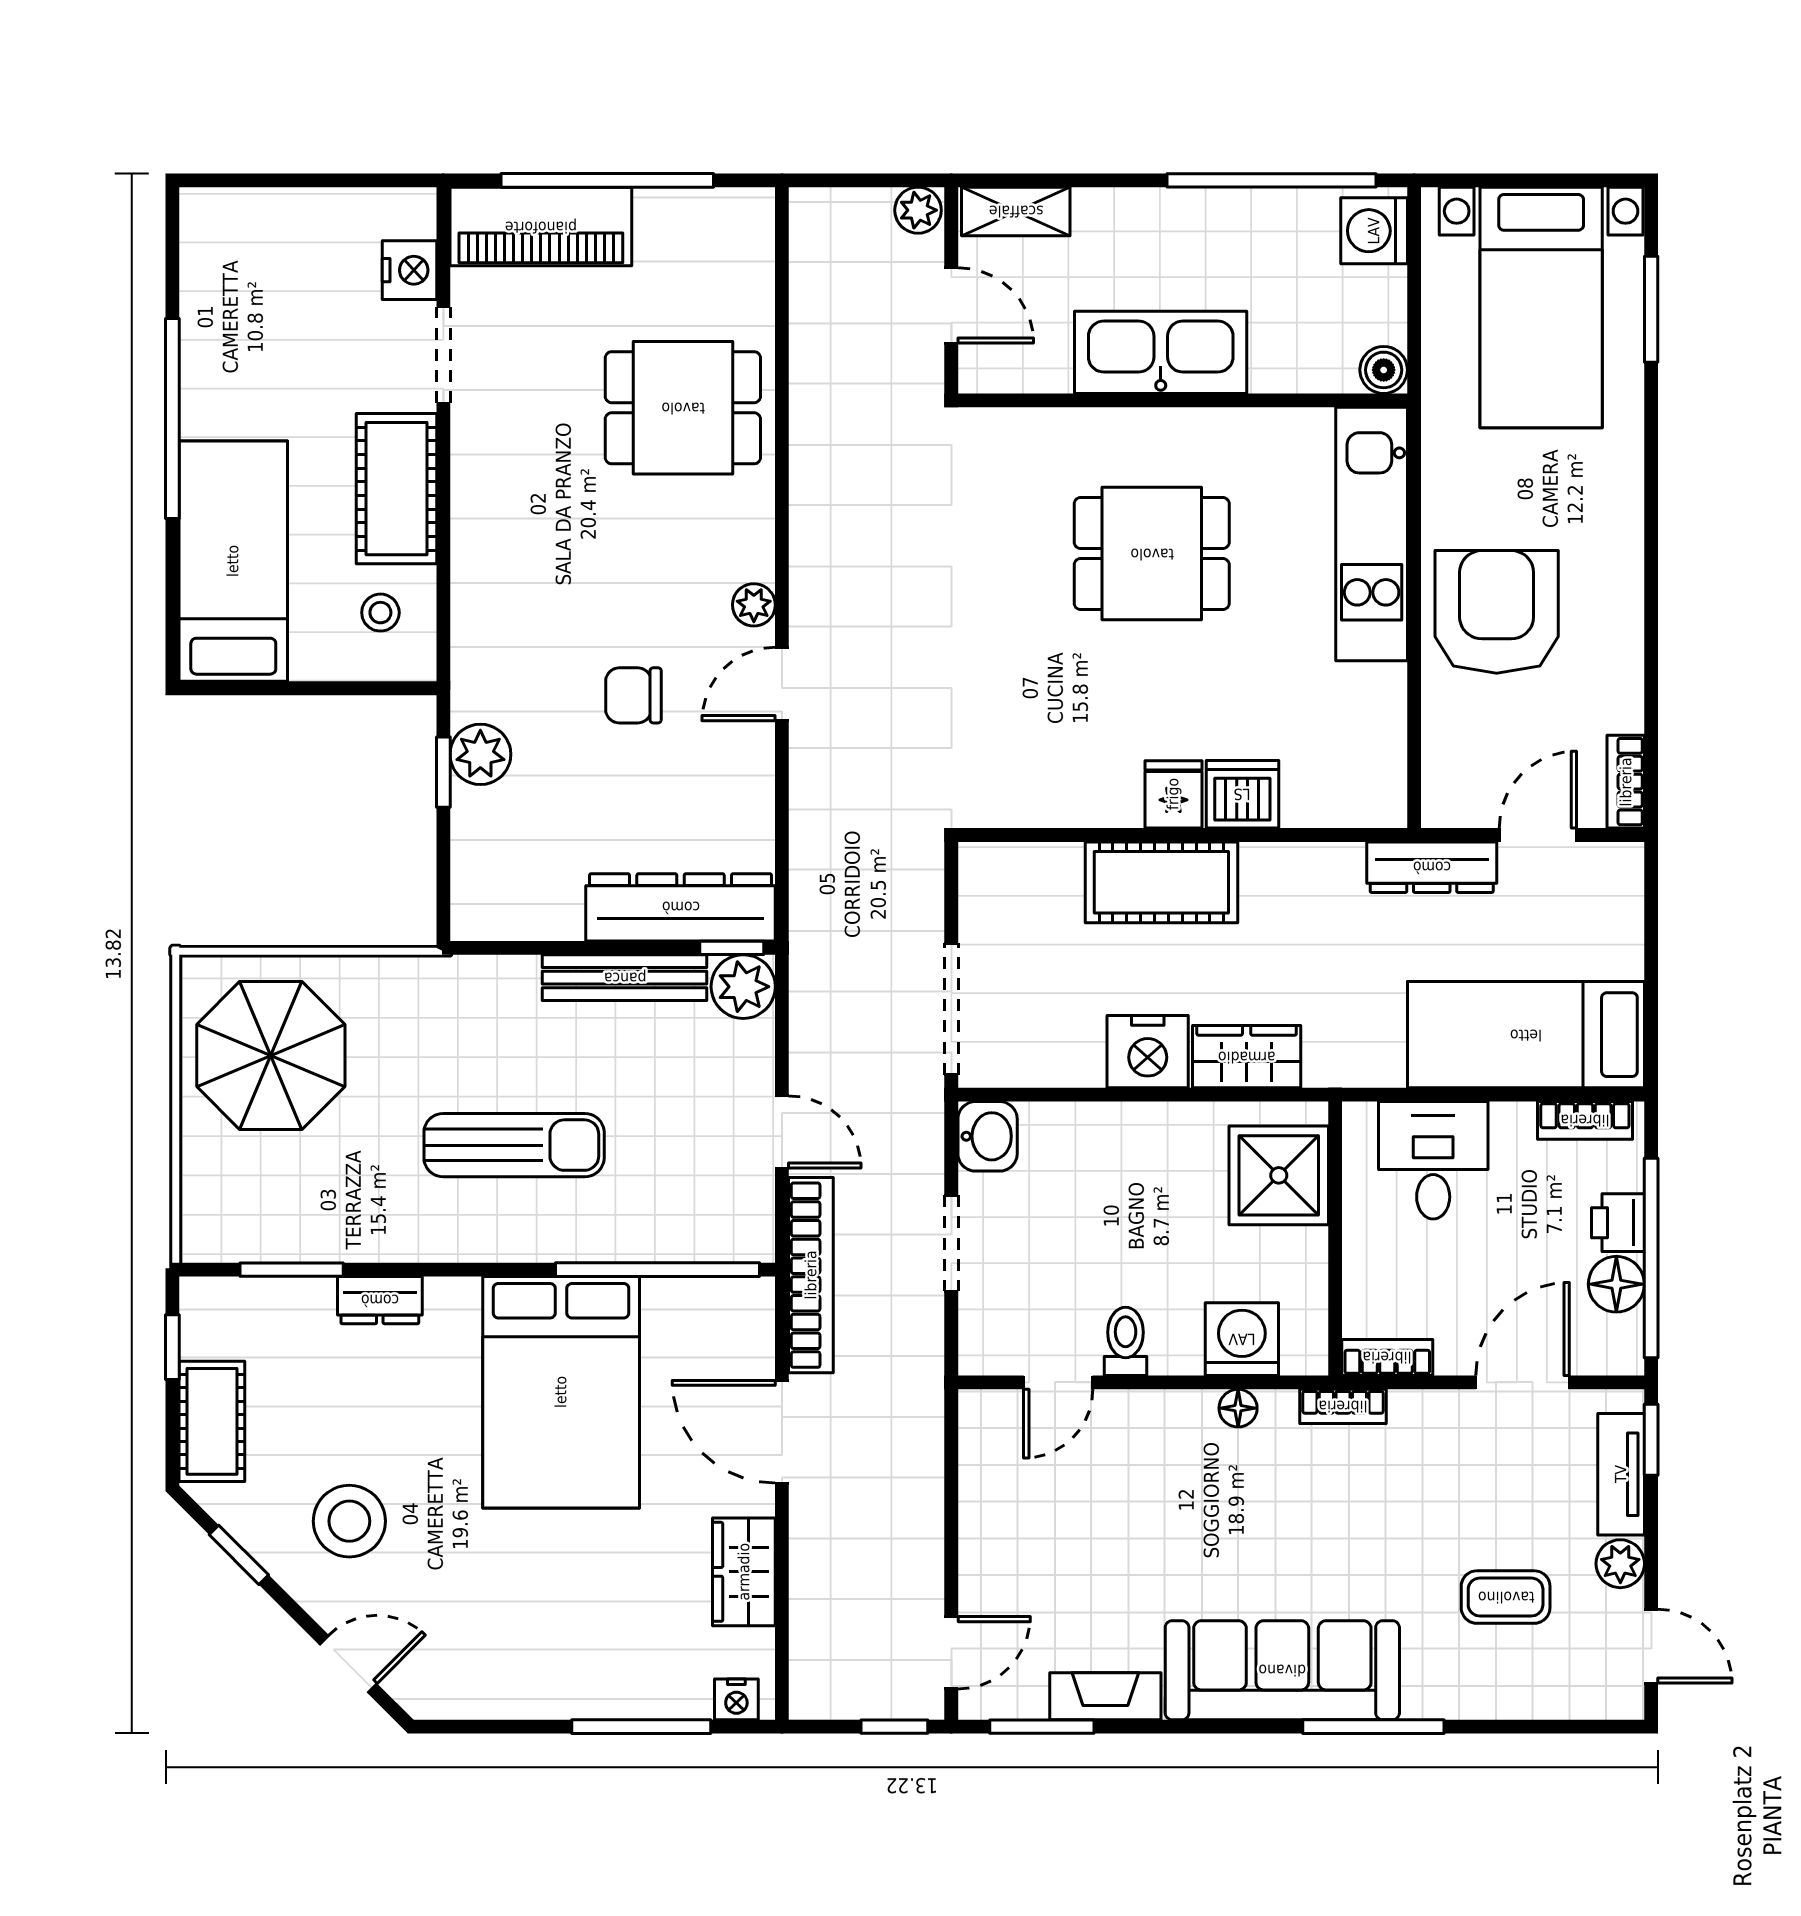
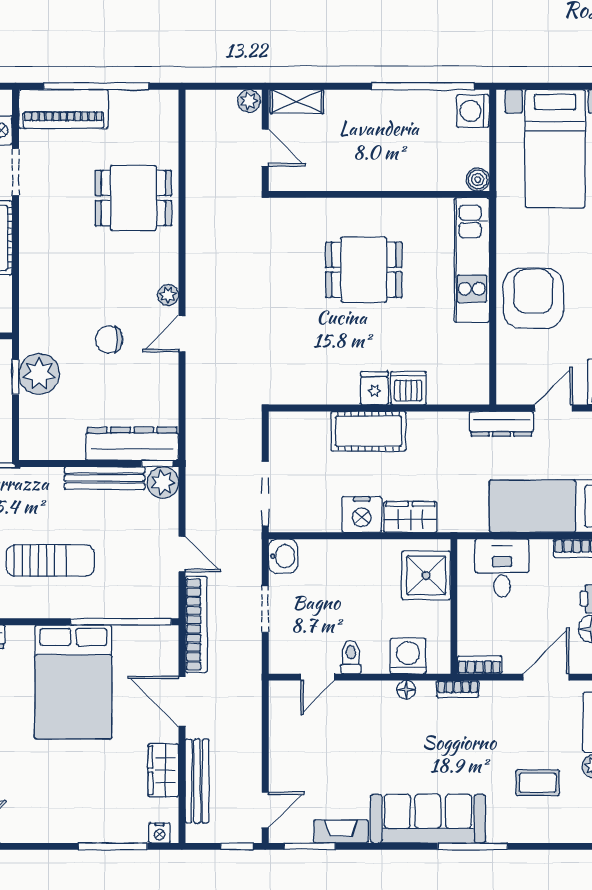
kitchen sink: (1161, 352) -> (368, 171), removed
plant: (480, 754) -> (39, 374), width x1.36, depth x1.36
bench: (813, 1594) -> (197, 781), added

